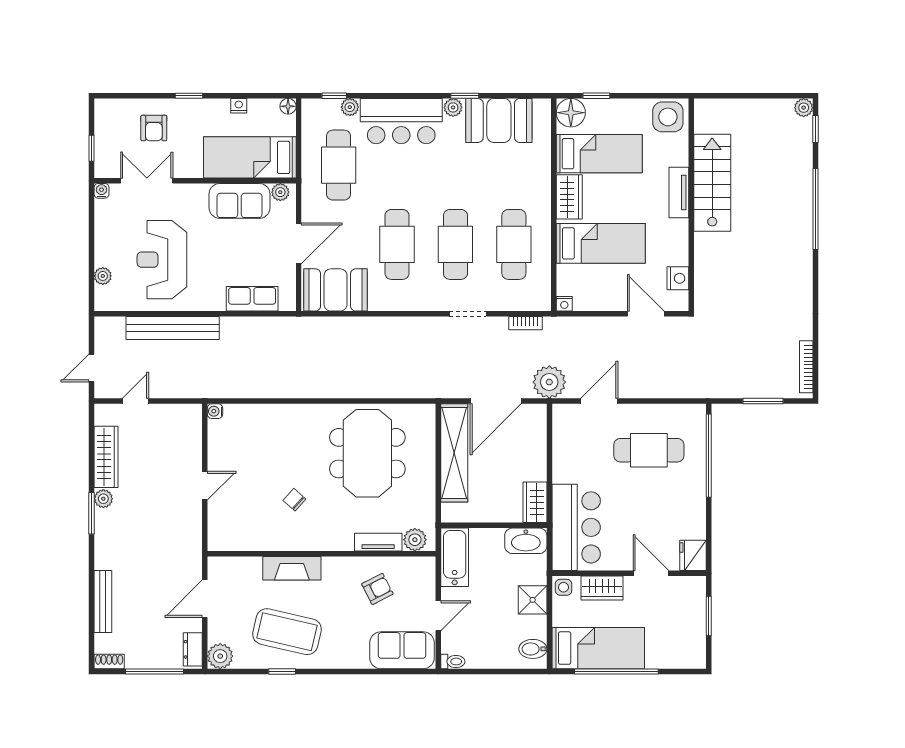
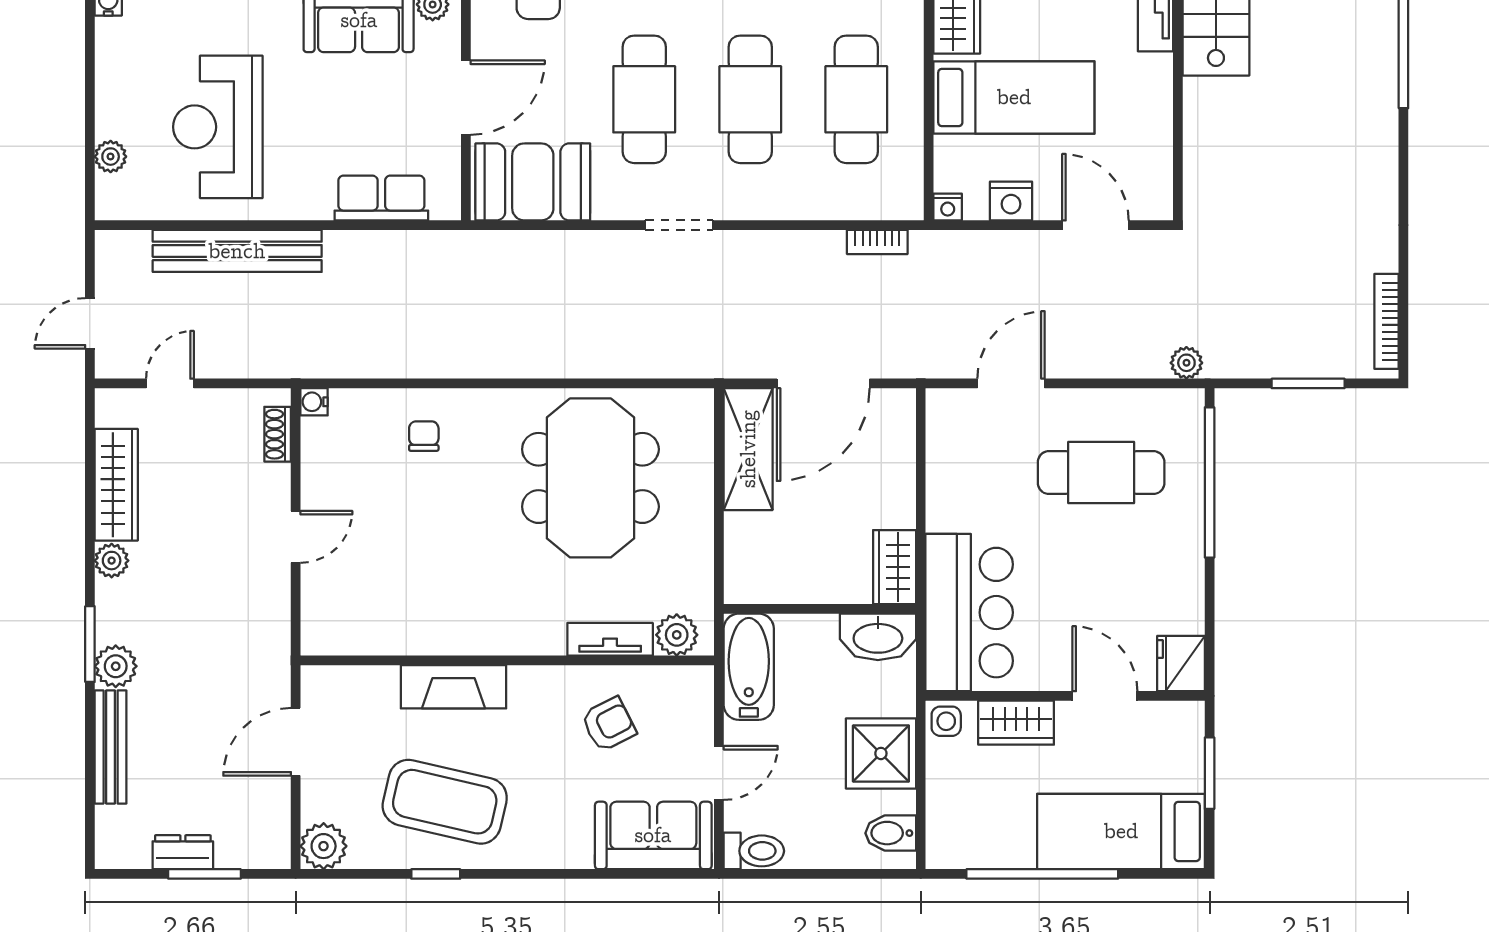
nightstand: (678, 278) -> (1011, 201), moved, turned 90
doorway: (468, 314) -> (679, 225), moved
plant: (549, 382) -> (1186, 363), moved, width x0.53, depth x0.53
shelving: (454, 453) -> (748, 449), width x0.68
chair: (294, 500) -> (424, 436), moved, turned 48
window: (91, 513) -> (90, 644), moved
plant: (106, 557) -> (116, 666), added
shower: (533, 600) -> (881, 753), width x1.36, depth x1.36
bed: (598, 648) -> (1121, 831), moved, turned 180
dresser: (193, 649) -> (183, 852), moved, turned 90
shoe rack: (109, 662) -> (278, 434), moved, turned -90
toilet: (453, 662) -> (754, 851), width x1.37, depth x1.39
window: (155, 671) -> (204, 874), width x0.69

